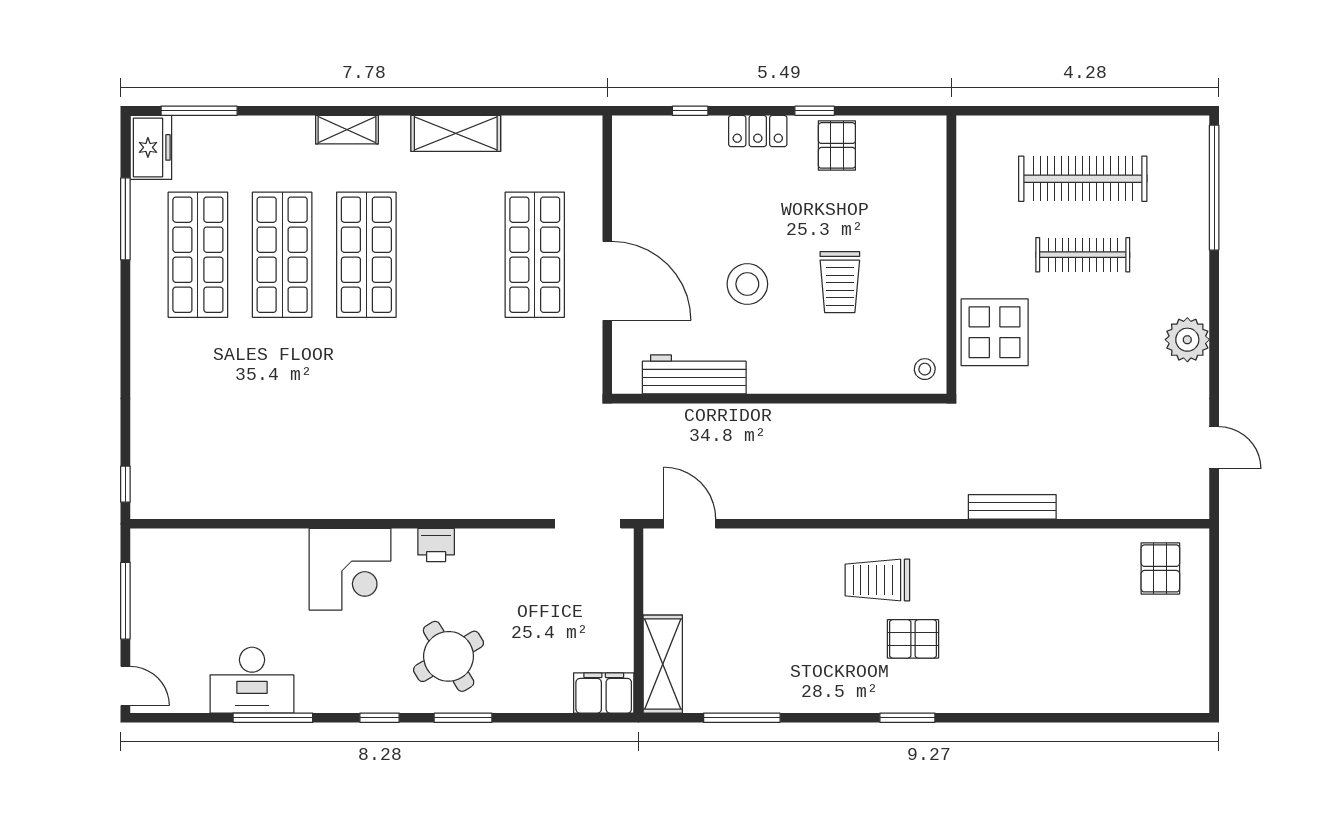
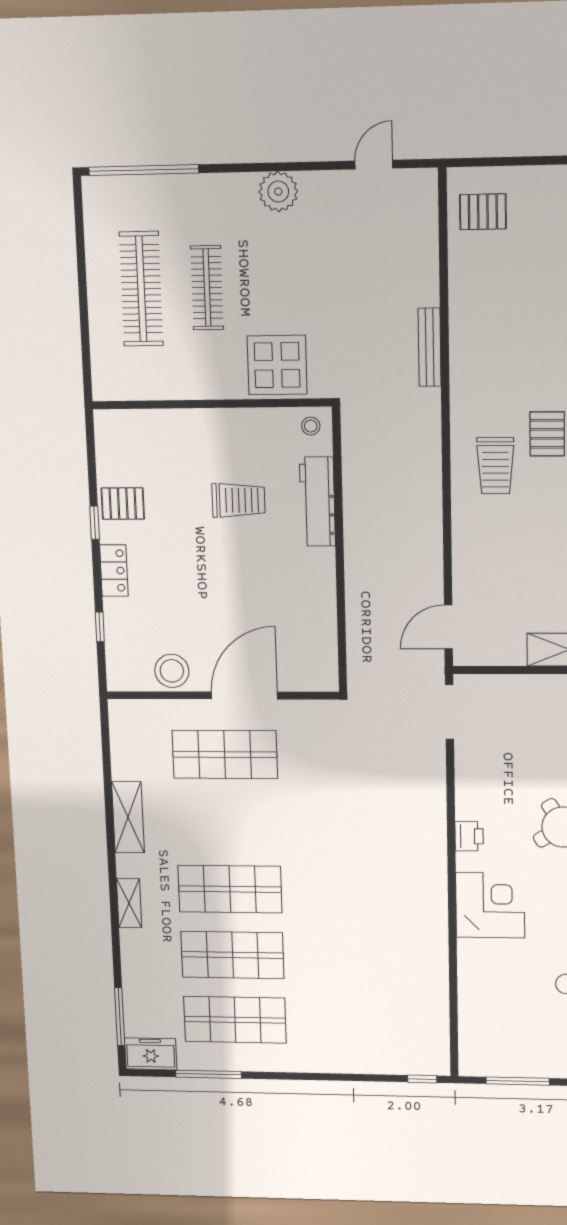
stool: (747, 284) -> (172, 671), moved
workbench: (694, 374) -> (317, 502), moved

